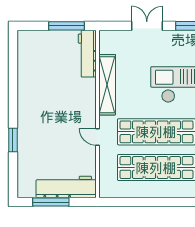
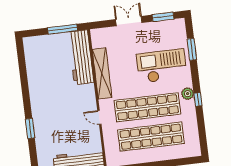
workbench: (87, 54) -> (81, 57), width x1.36, depth x1.32

